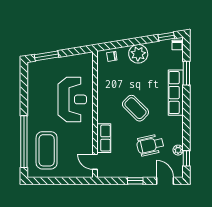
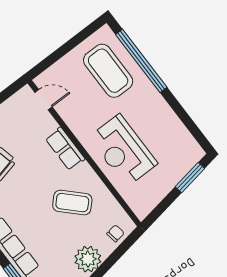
coffee table: (135, 108) -> (72, 203), moved
row of seats: (104, 138) -> (65, 149), moved

